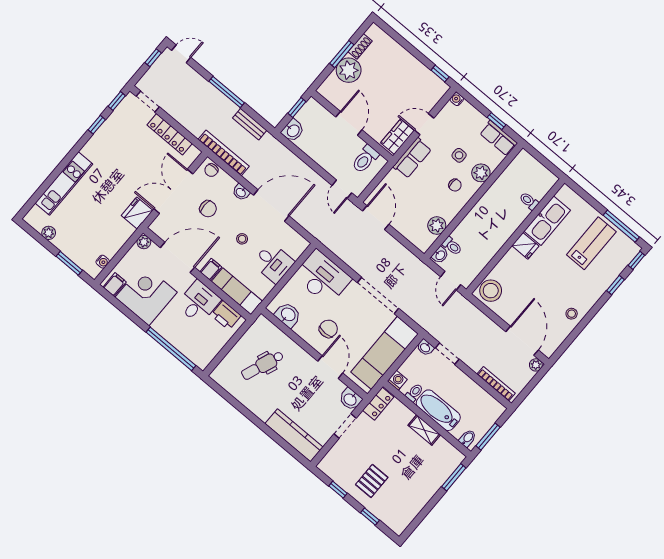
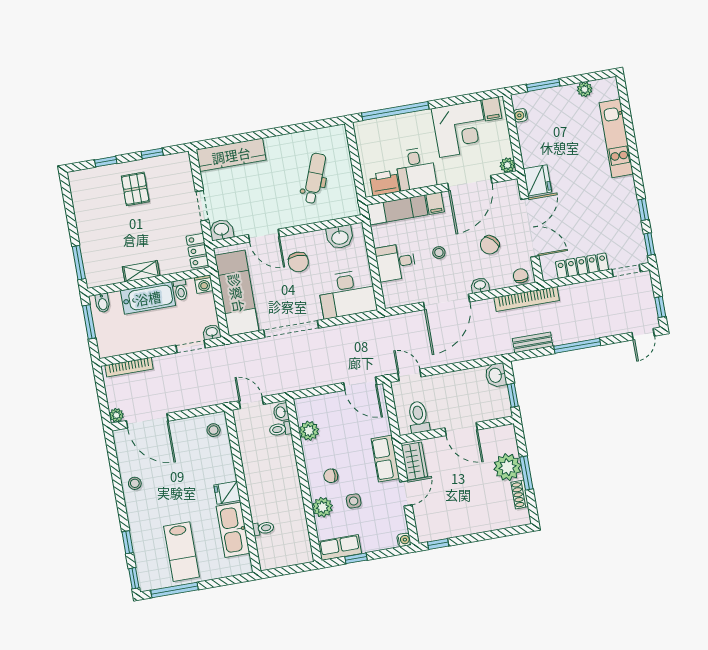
chair: (208, 209) -> (490, 245), turned -45
stool: (491, 291) -> (214, 430), width x0.53, depth x0.53

